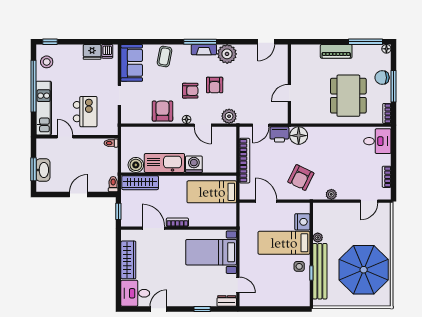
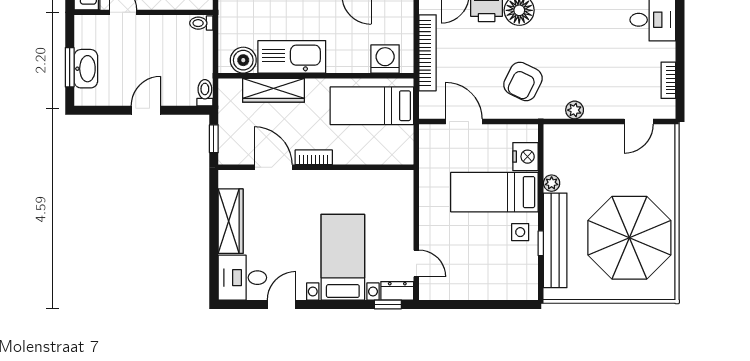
washing machine: (194, 164) -> (385, 59), moved
wardrobe: (140, 183) -> (274, 90), moved
bed with nightstands: (211, 252) -> (343, 257), moved, turned 90
window: (202, 309) -> (388, 304), moved

